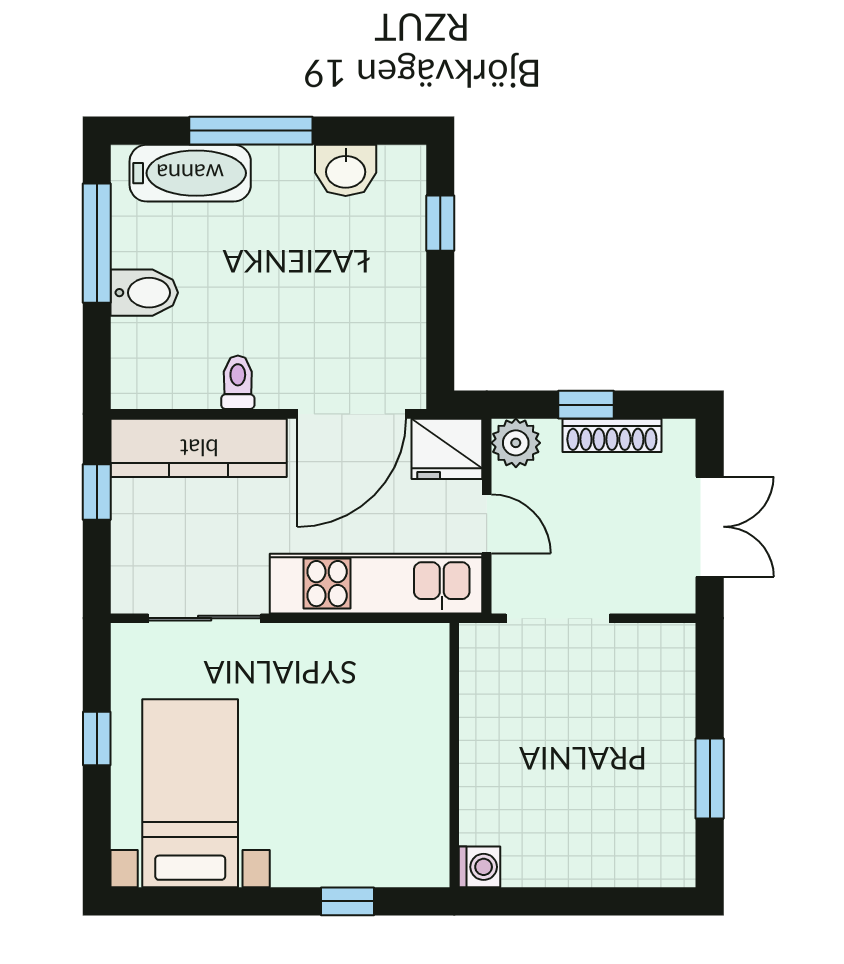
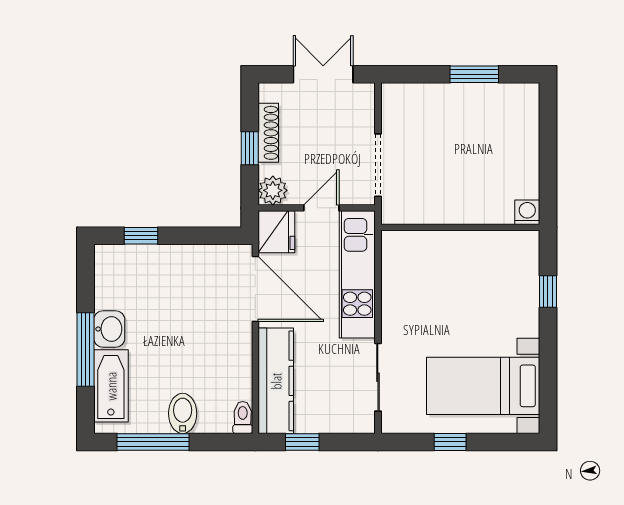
washbasin: (346, 170) -> (109, 329), moved
toilet: (238, 382) -> (243, 417), moved, turned 90

